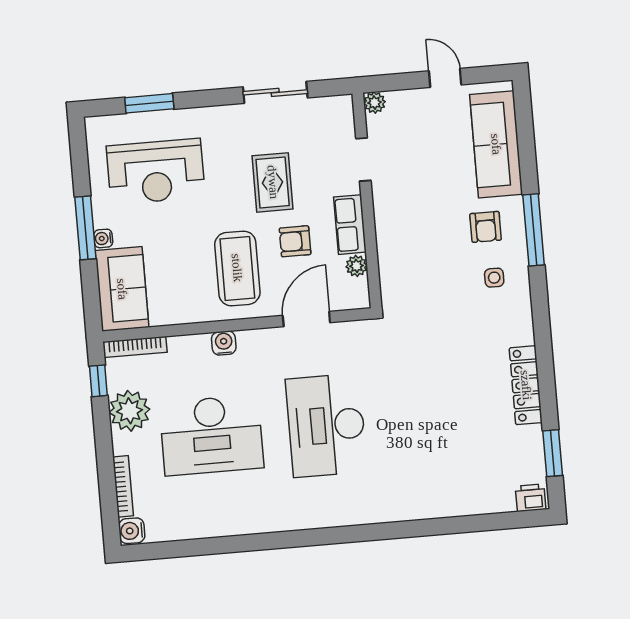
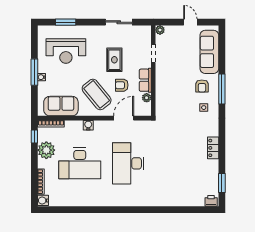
coffee table: (237, 268) -> (97, 94), turned -39
sofa: (122, 289) -> (61, 106), moved, turned -90
locker: (526, 385) -> (213, 148), width x0.66

